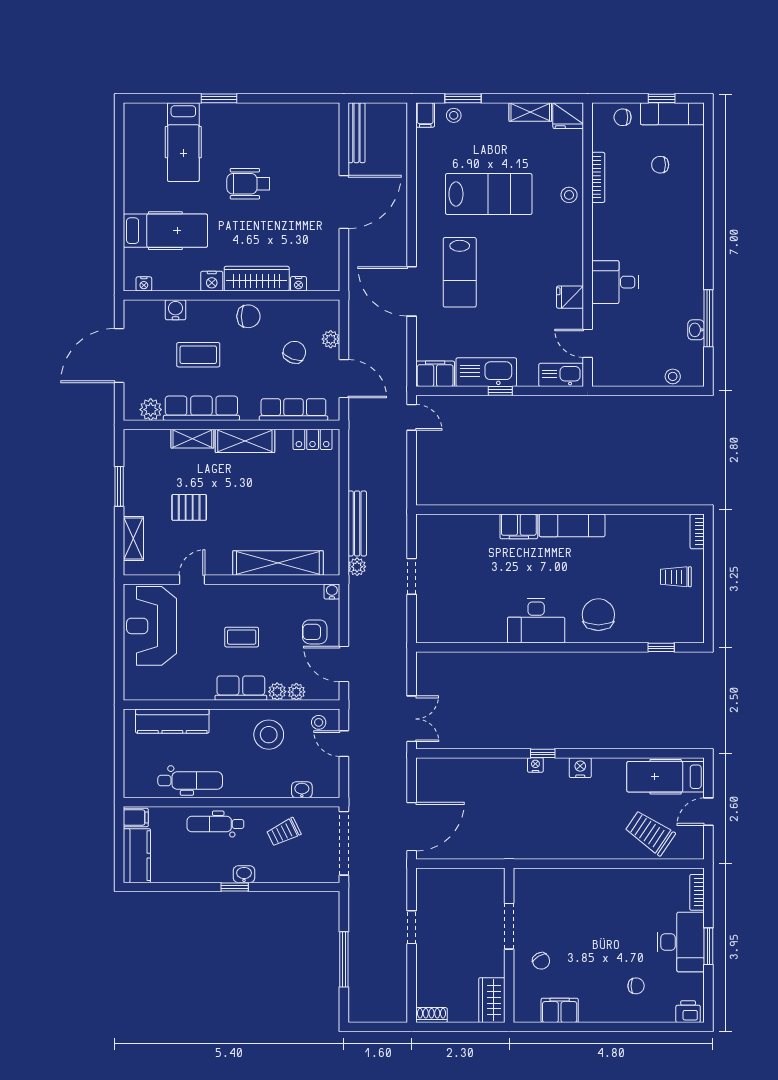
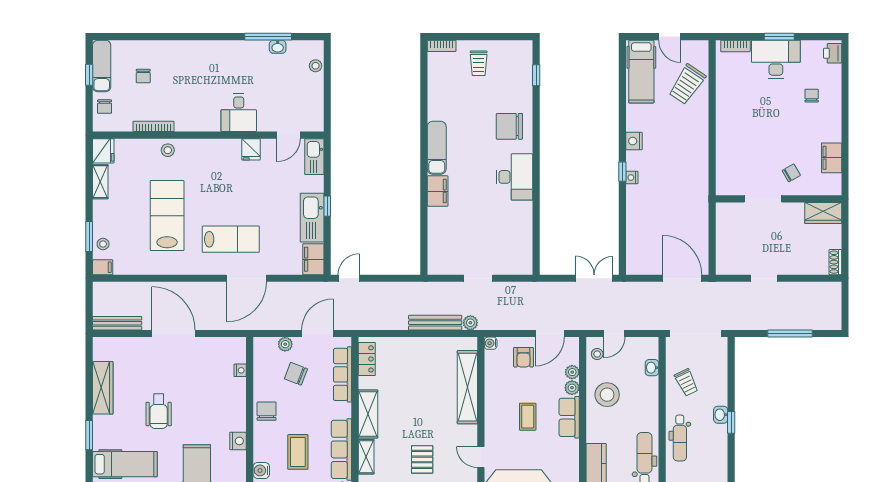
wardrobe: (257, 279) -> (103, 388), moved, turned 180

